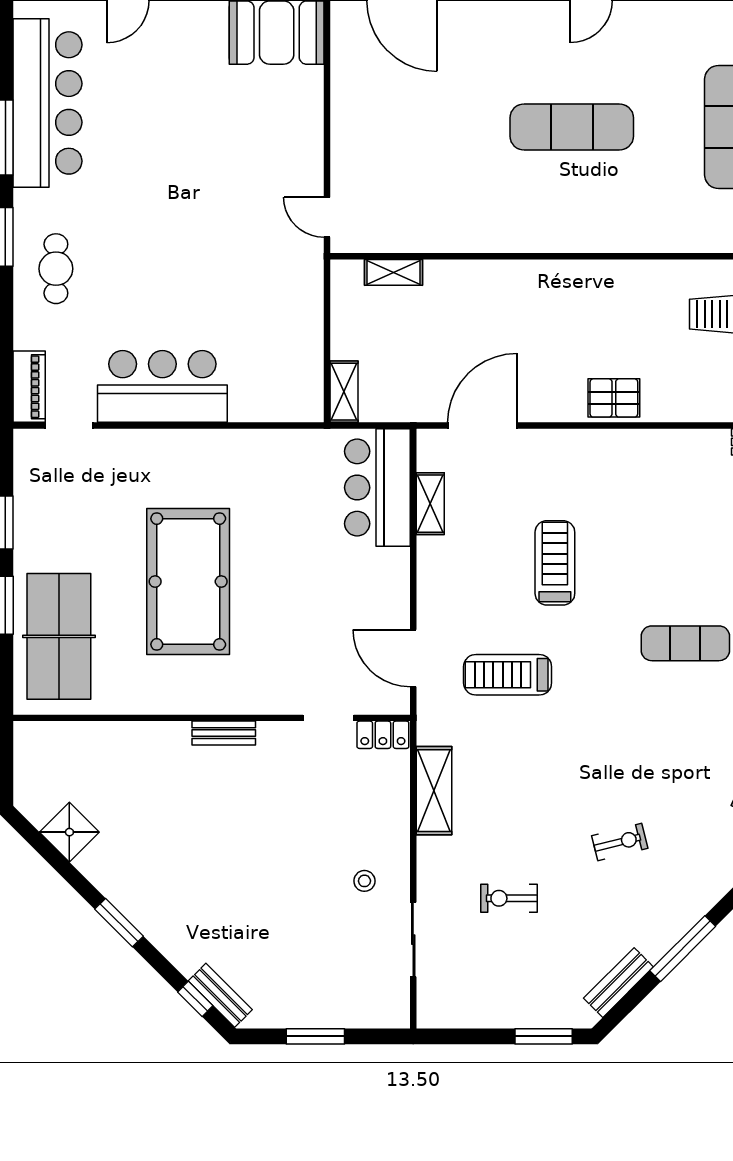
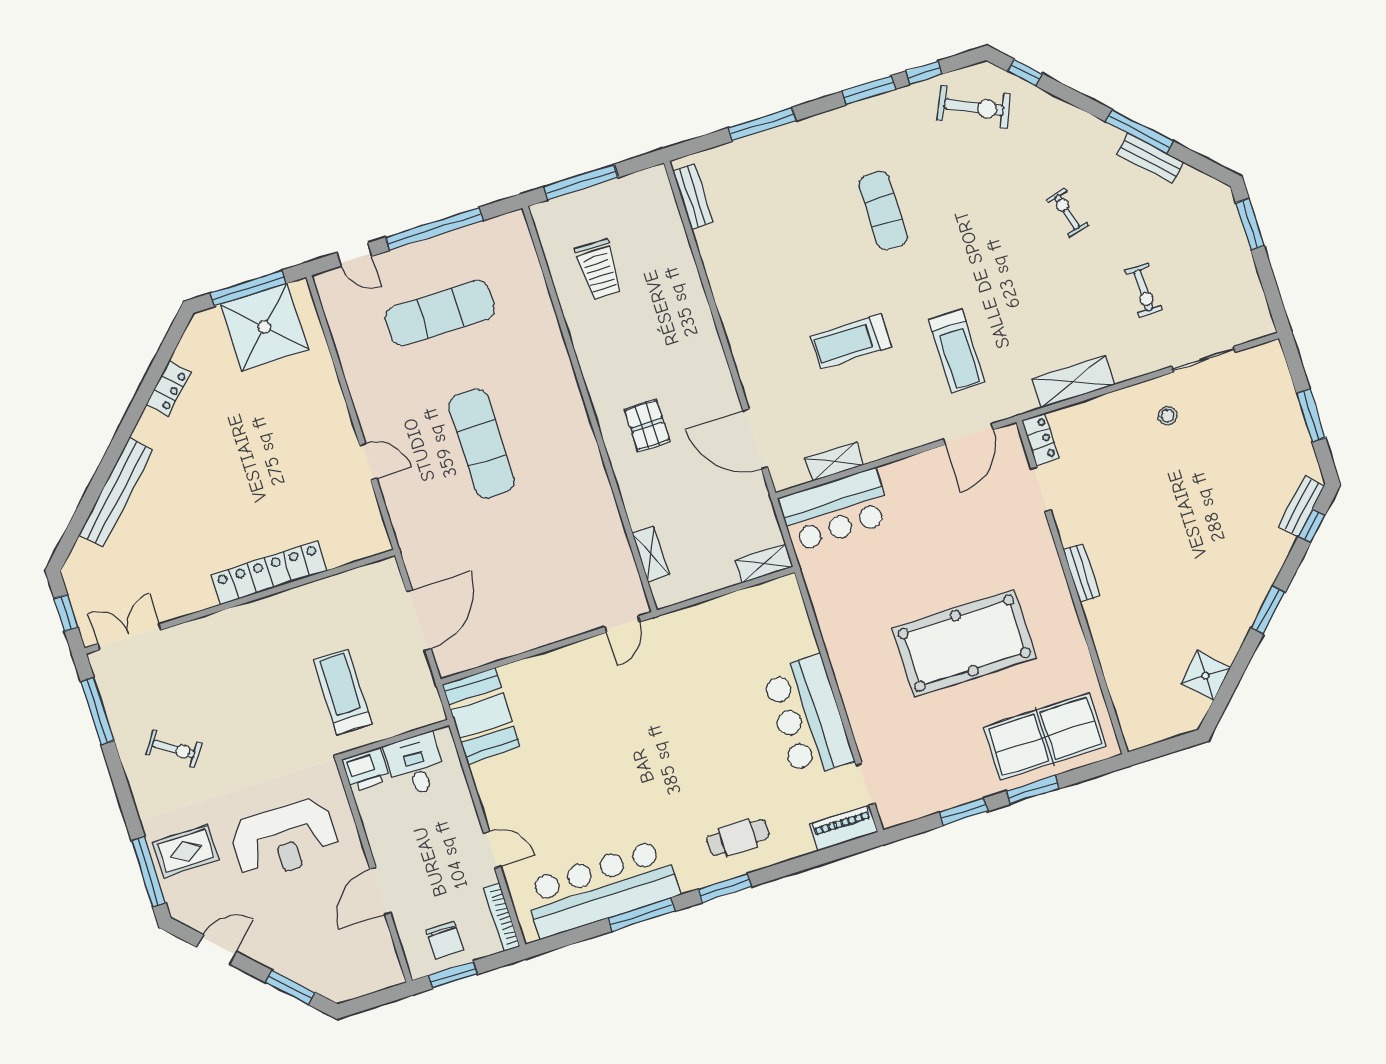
pallet: (614, 398) -> (647, 425), moved
bench: (618, 983) -> (1150, 158), moved

